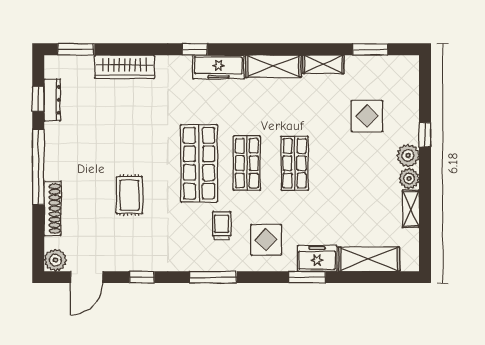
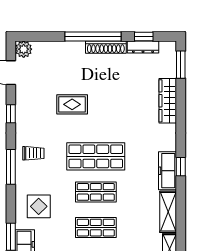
window: (195, 49) -> (181, 167), moved
shoe rack: (53, 208) -> (106, 47), moved
trolley: (222, 226) -> (33, 153), moved

